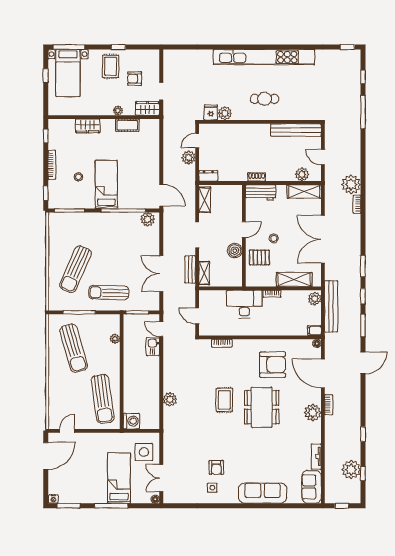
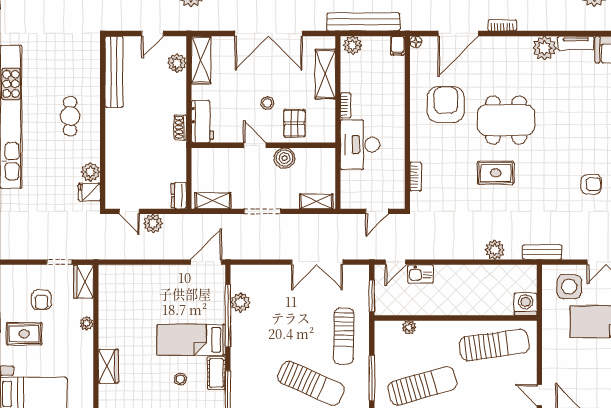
cot: (127, 125) -> (216, 373), moved
plant: (148, 219) -> (240, 302), moved
bench: (190, 269) -> (542, 252), moved
plant: (313, 413) -> (544, 48), moved

